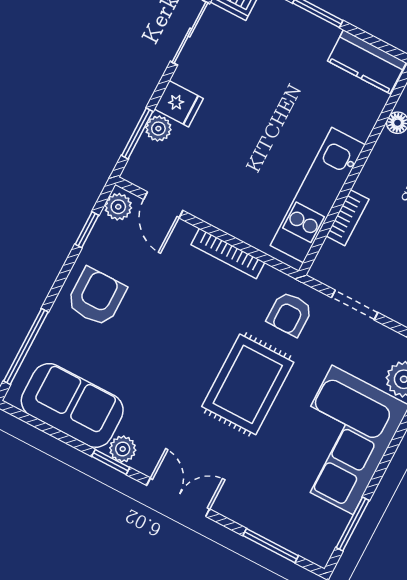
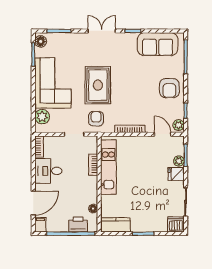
plant: (123, 449) -> (131, 38), removed
double door: (178, 497) -> (102, 31), swing flipped
floor lamp: (322, 544) -> (41, 41), added

